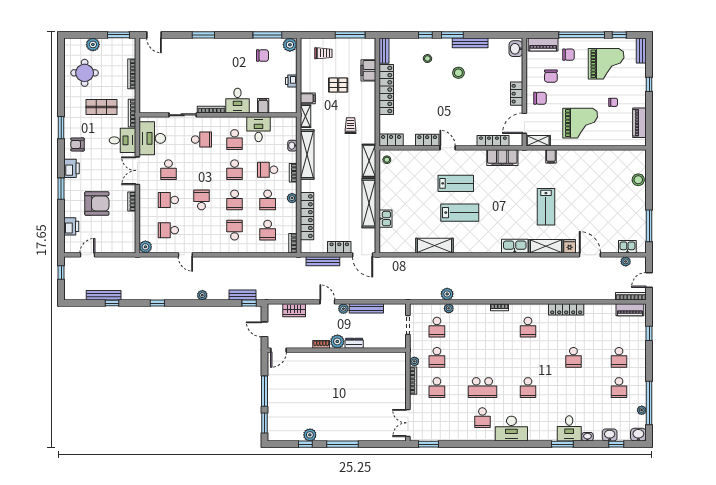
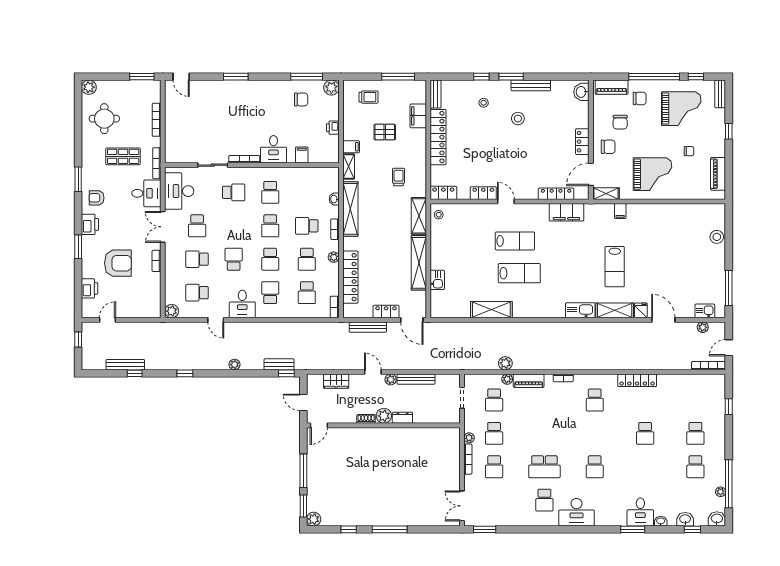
plant: (93, 44) -> (89, 87), moved
desk: (259, 129) -> (242, 304), moved, turned 180
piano: (630, 310) -> (529, 381), moved
plant: (310, 435) -> (314, 519), moved

